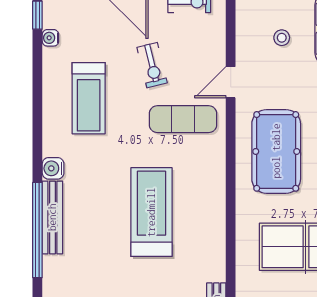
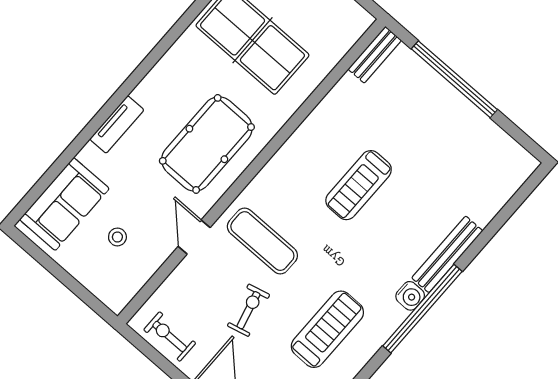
door: (231, 82) -> (194, 237), swing flipped
treadmill: (151, 212) -> (359, 185), width x0.73, depth x0.73
window: (37, 230) -> (422, 309), moved

